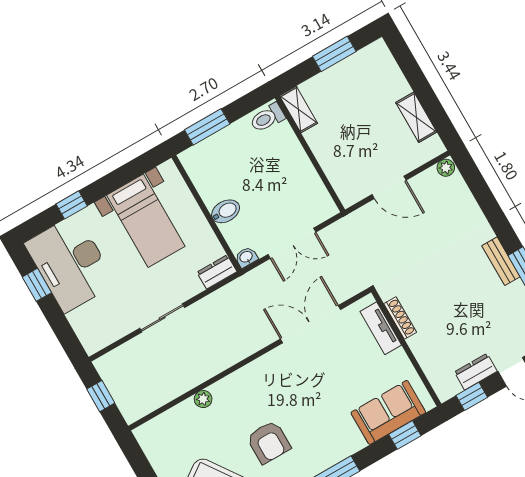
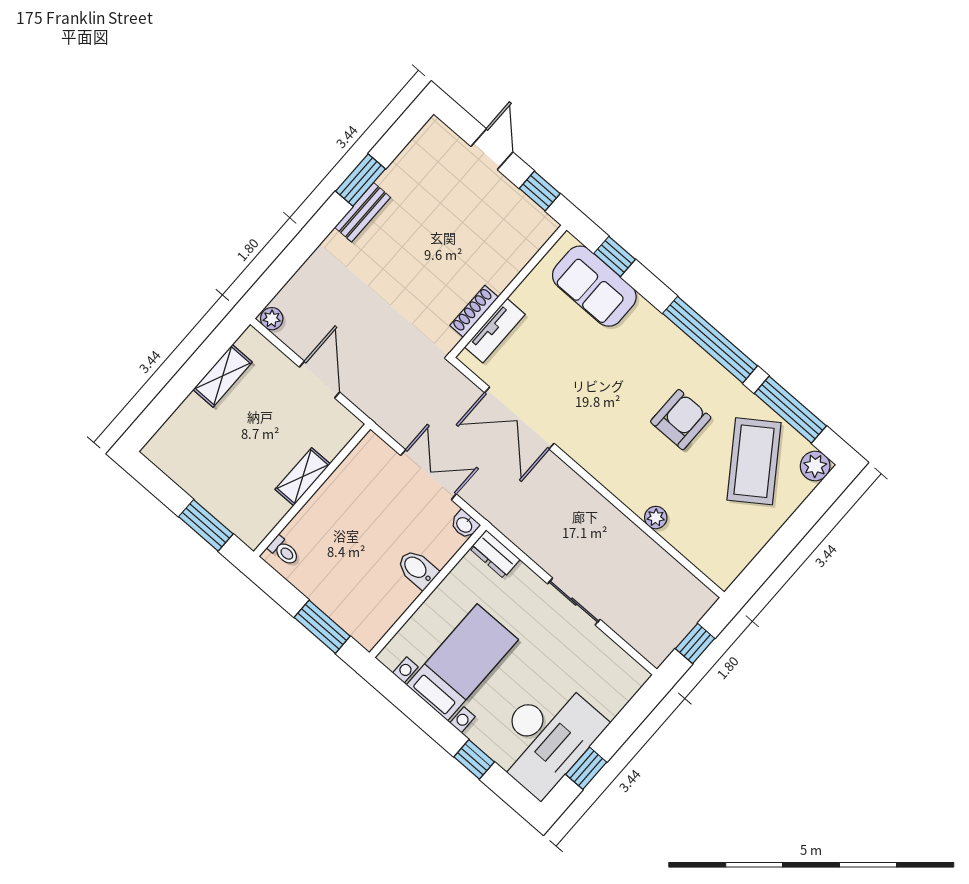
window: (334, 54) -> (206, 525), moved
shelving: (299, 109) -> (303, 477), moved
toilet: (267, 118) -> (284, 551), width x0.73, depth x0.72
dresser: (476, 372) -> (508, 196), removed

